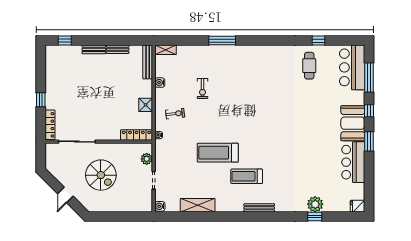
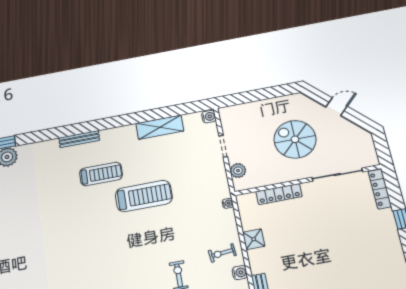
exercise bike: (175, 114) -> (222, 253), moved
locker: (136, 135) -> (279, 194), moved
door: (65, 195) -> (336, 107), hinge flipped

